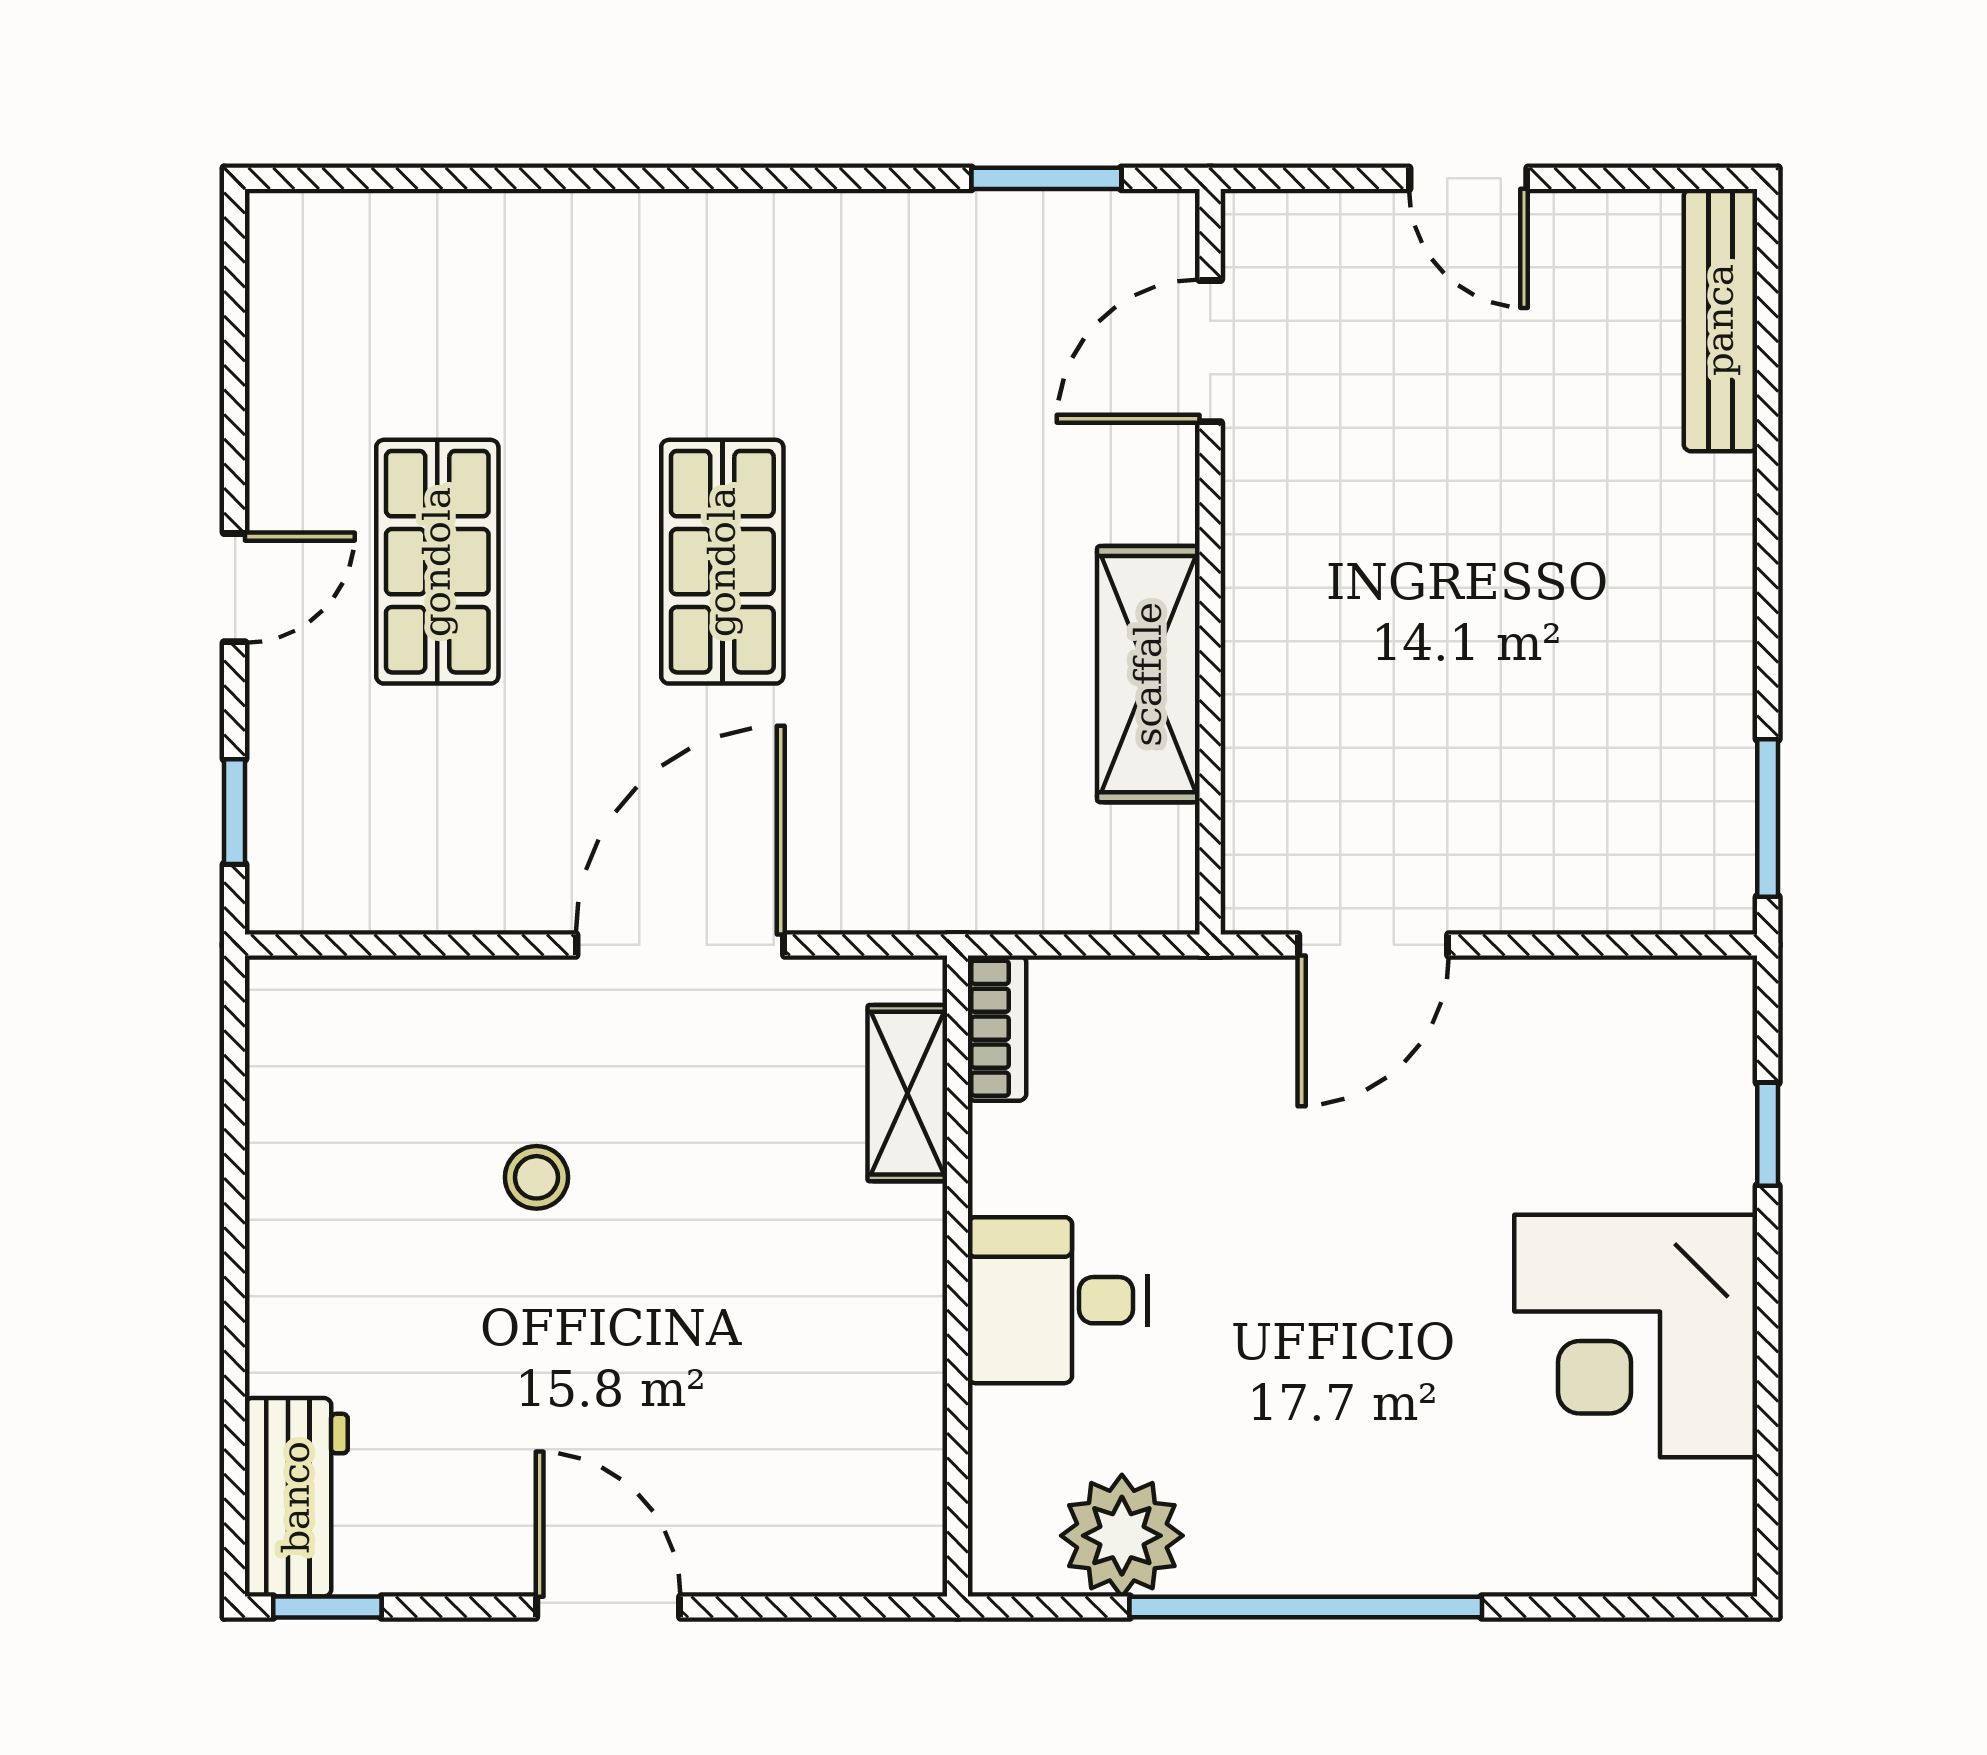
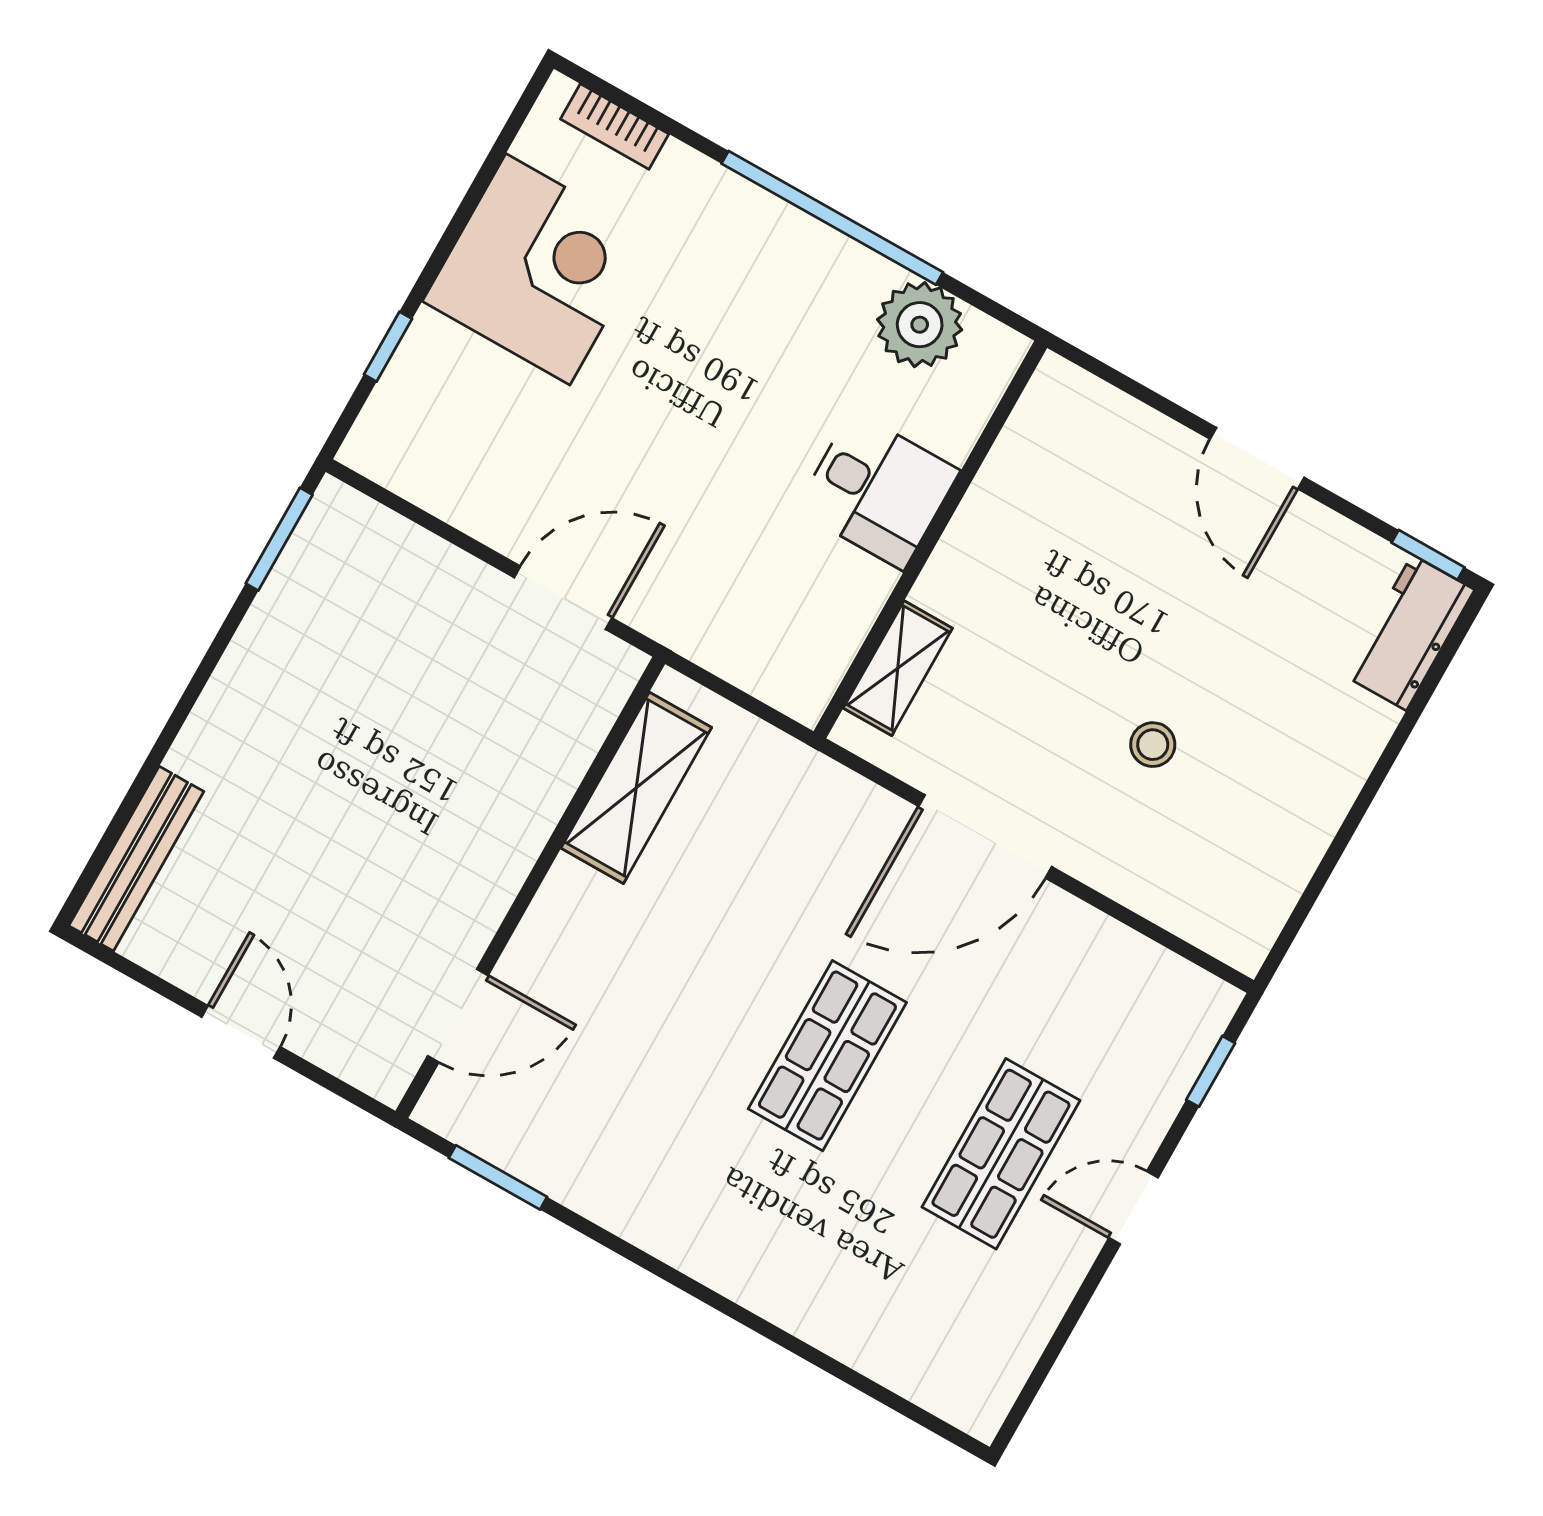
shelving: (1148, 674) -> (636, 788), moved
bookcase: (997, 1028) -> (615, 126), moved, turned -90

